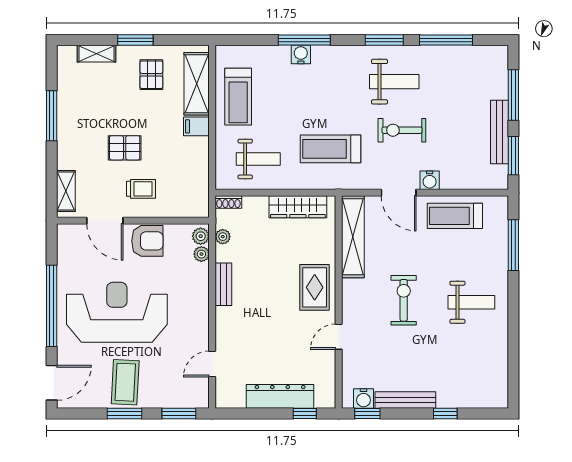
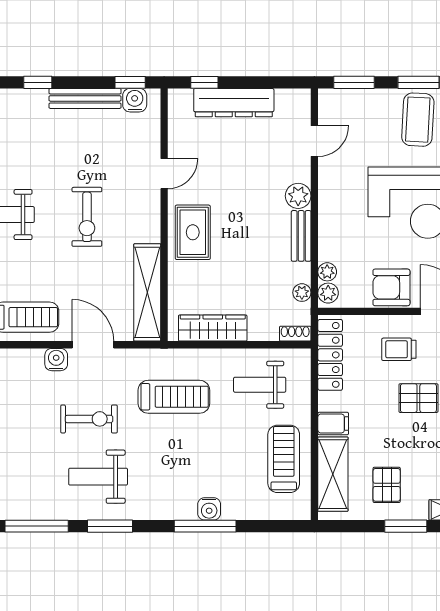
locker: (199, 184) -> (330, 355), added
plant: (226, 318) -> (298, 196), added

